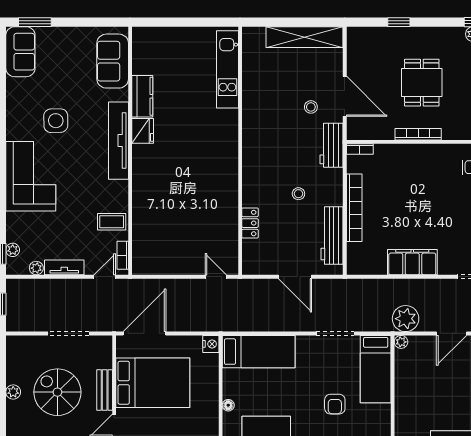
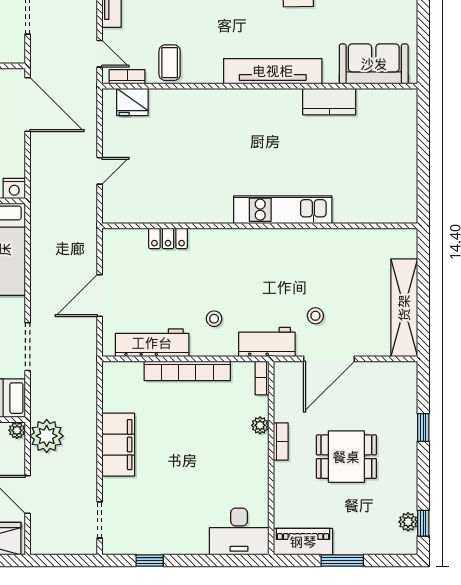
kitchen unit: (227, 69) -> (283, 210), moved
fridge: (143, 131) -> (132, 102), moved
bookcase: (418, 134) -> (281, 441), width x0.64
plant: (397, 151) -> (260, 425), added
stool: (298, 194) -> (214, 319), moved
door: (216, 277) -> (100, 171), moved

